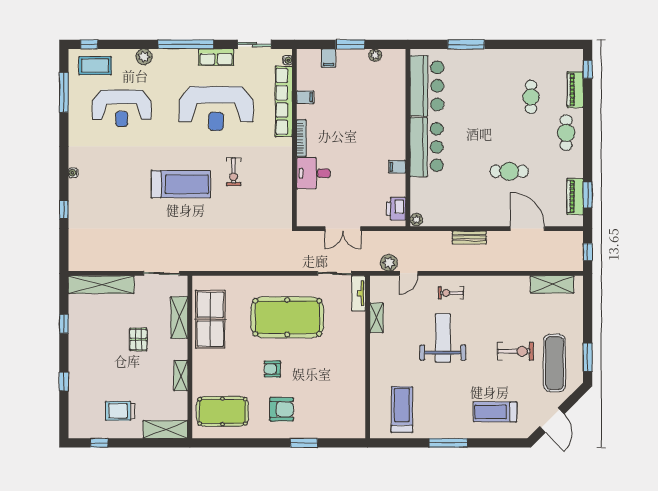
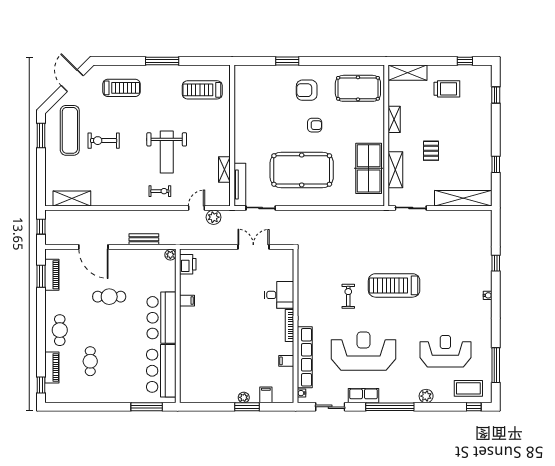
plant: (375, 55) -> (244, 397), moved
bar counter: (427, 86) -> (161, 371), moved
wall: (408, 138) -> (178, 326), moved
bar counter: (427, 147) -> (161, 318), moved
filing cabinet: (397, 167) -> (187, 301), moved
printer: (396, 209) -> (188, 264), moved
plant: (416, 220) -> (170, 255), moved
tv unit: (359, 293) -> (240, 185), width x1.41
window: (64, 382) -> (496, 95), moved
treadmill: (402, 410) -> (202, 90), turned 90

